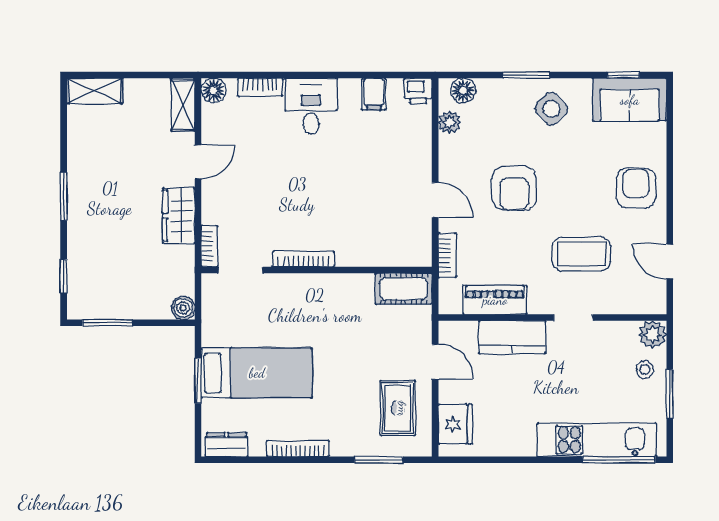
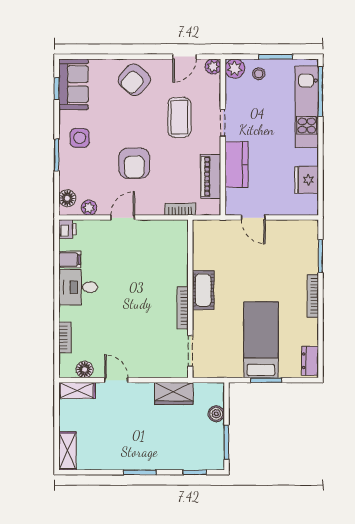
floor lamp: (213, 90) -> (85, 370), moved
desk: (311, 106) -> (78, 287), moved
side table: (551, 109) -> (80, 138), turned 45
armchair: (514, 188) -> (134, 163), turned 90
armchair: (636, 188) -> (134, 80), turned -49
door: (435, 200) -> (123, 218), moved
wardrobe: (179, 216) -> (174, 393), moved
bookcase: (209, 246) -> (174, 372), removed
cot: (403, 289) -> (203, 290), moved
plant: (655, 303) -> (213, 67), added
boiler: (183, 308) -> (216, 414), moved
door: (435, 362) -> (253, 218), swing flipped
rug: (398, 408) -> (285, 243), removed
fridge: (455, 424) -> (307, 180), moved, turned -90
bookcase: (298, 449) -> (313, 296), moved

